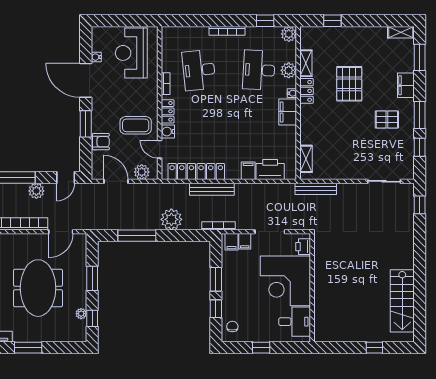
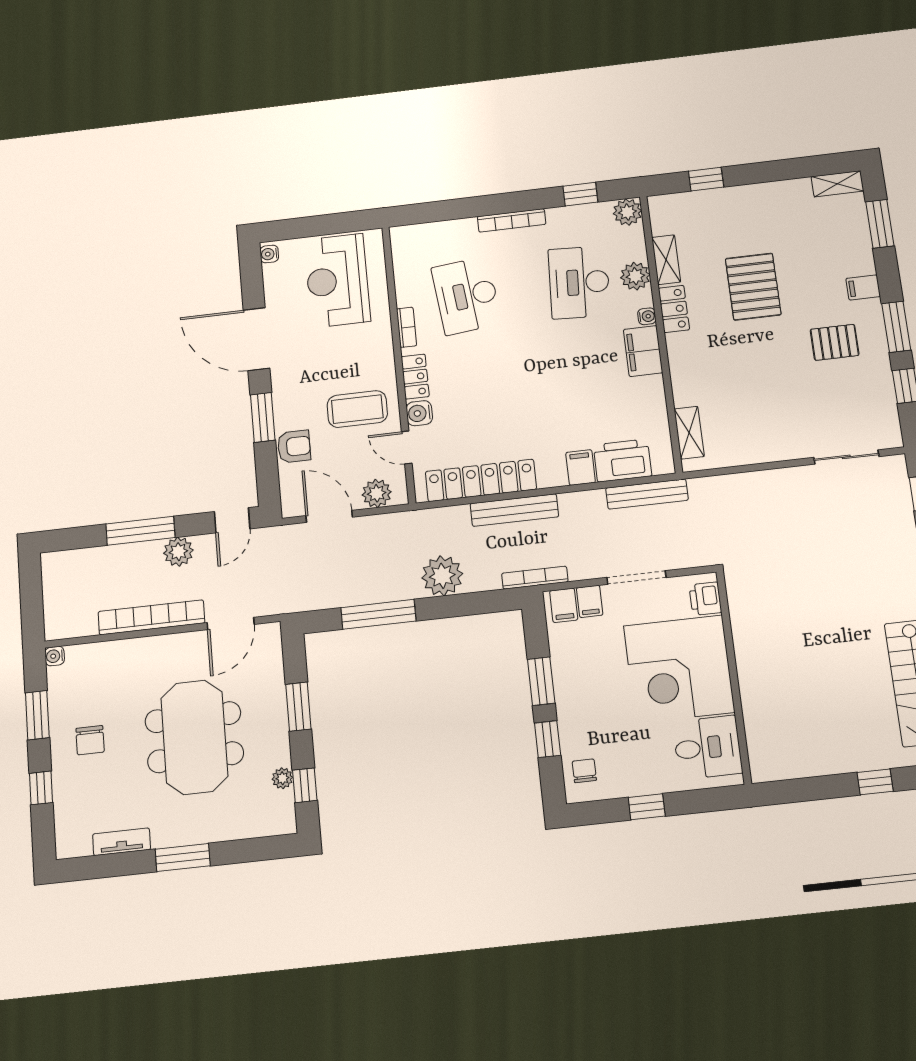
water cooler: (96, 57) -> (269, 254), moved
filing cabinet: (406, 85) -> (863, 287), width x0.50
bench: (316, 189) -> (647, 494), moved

